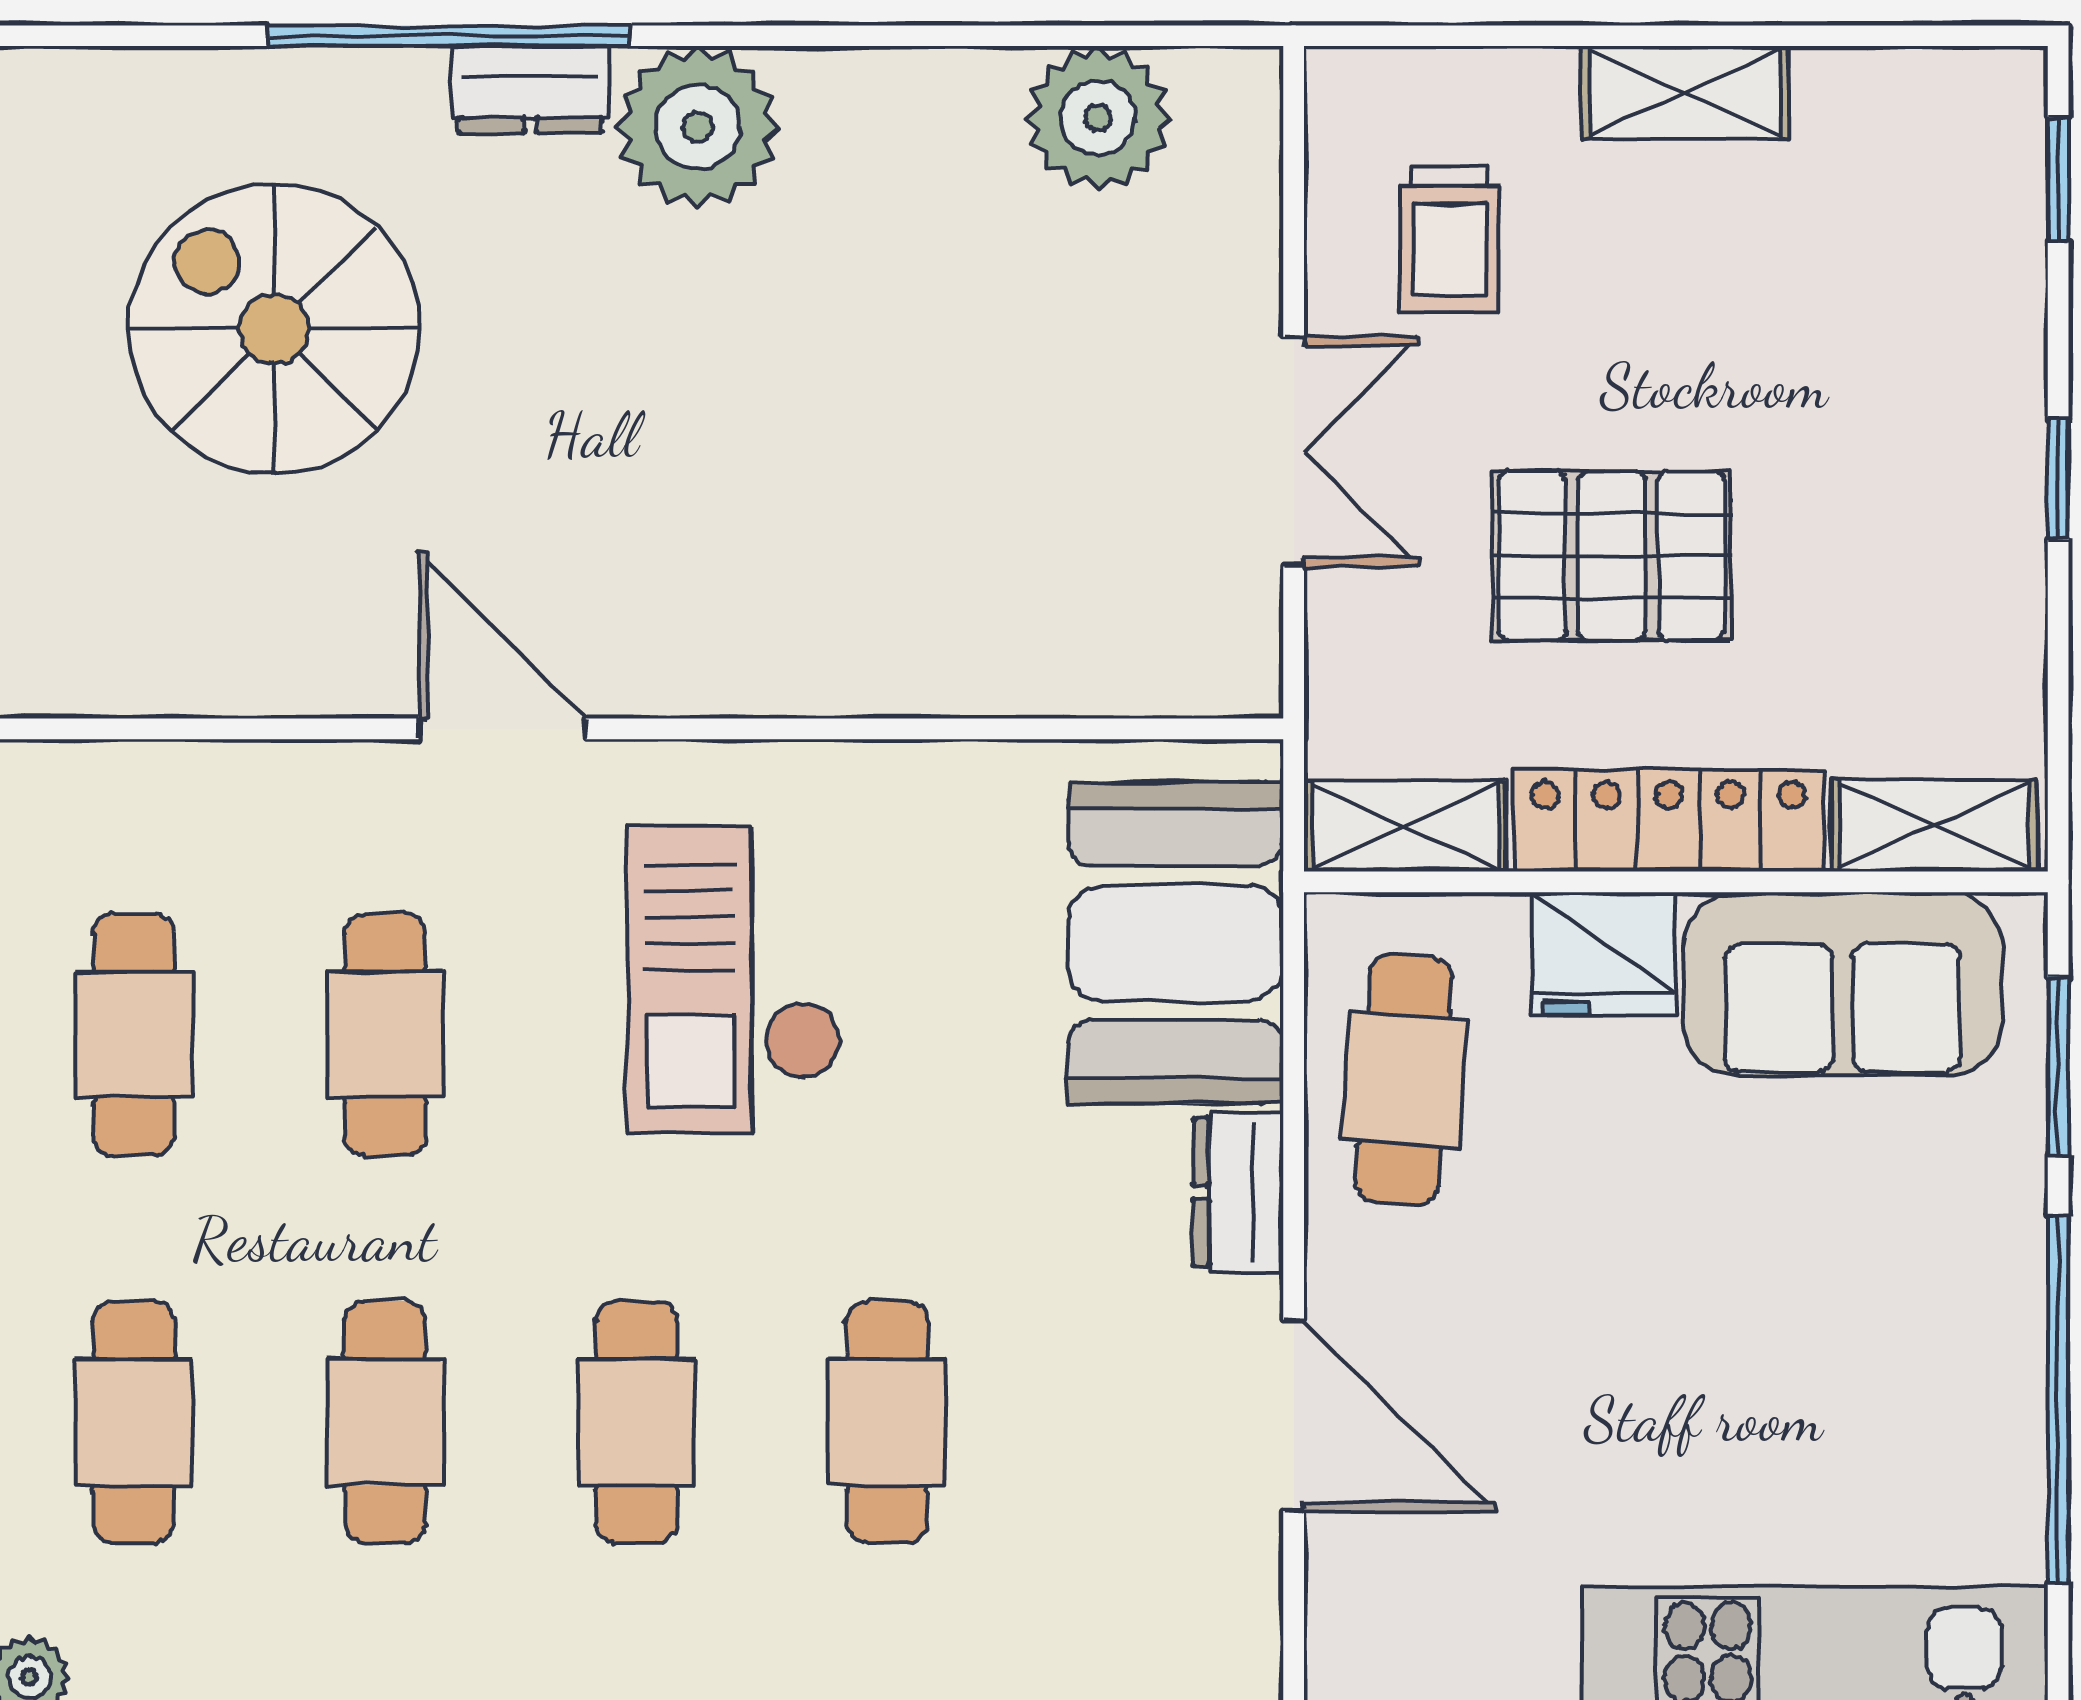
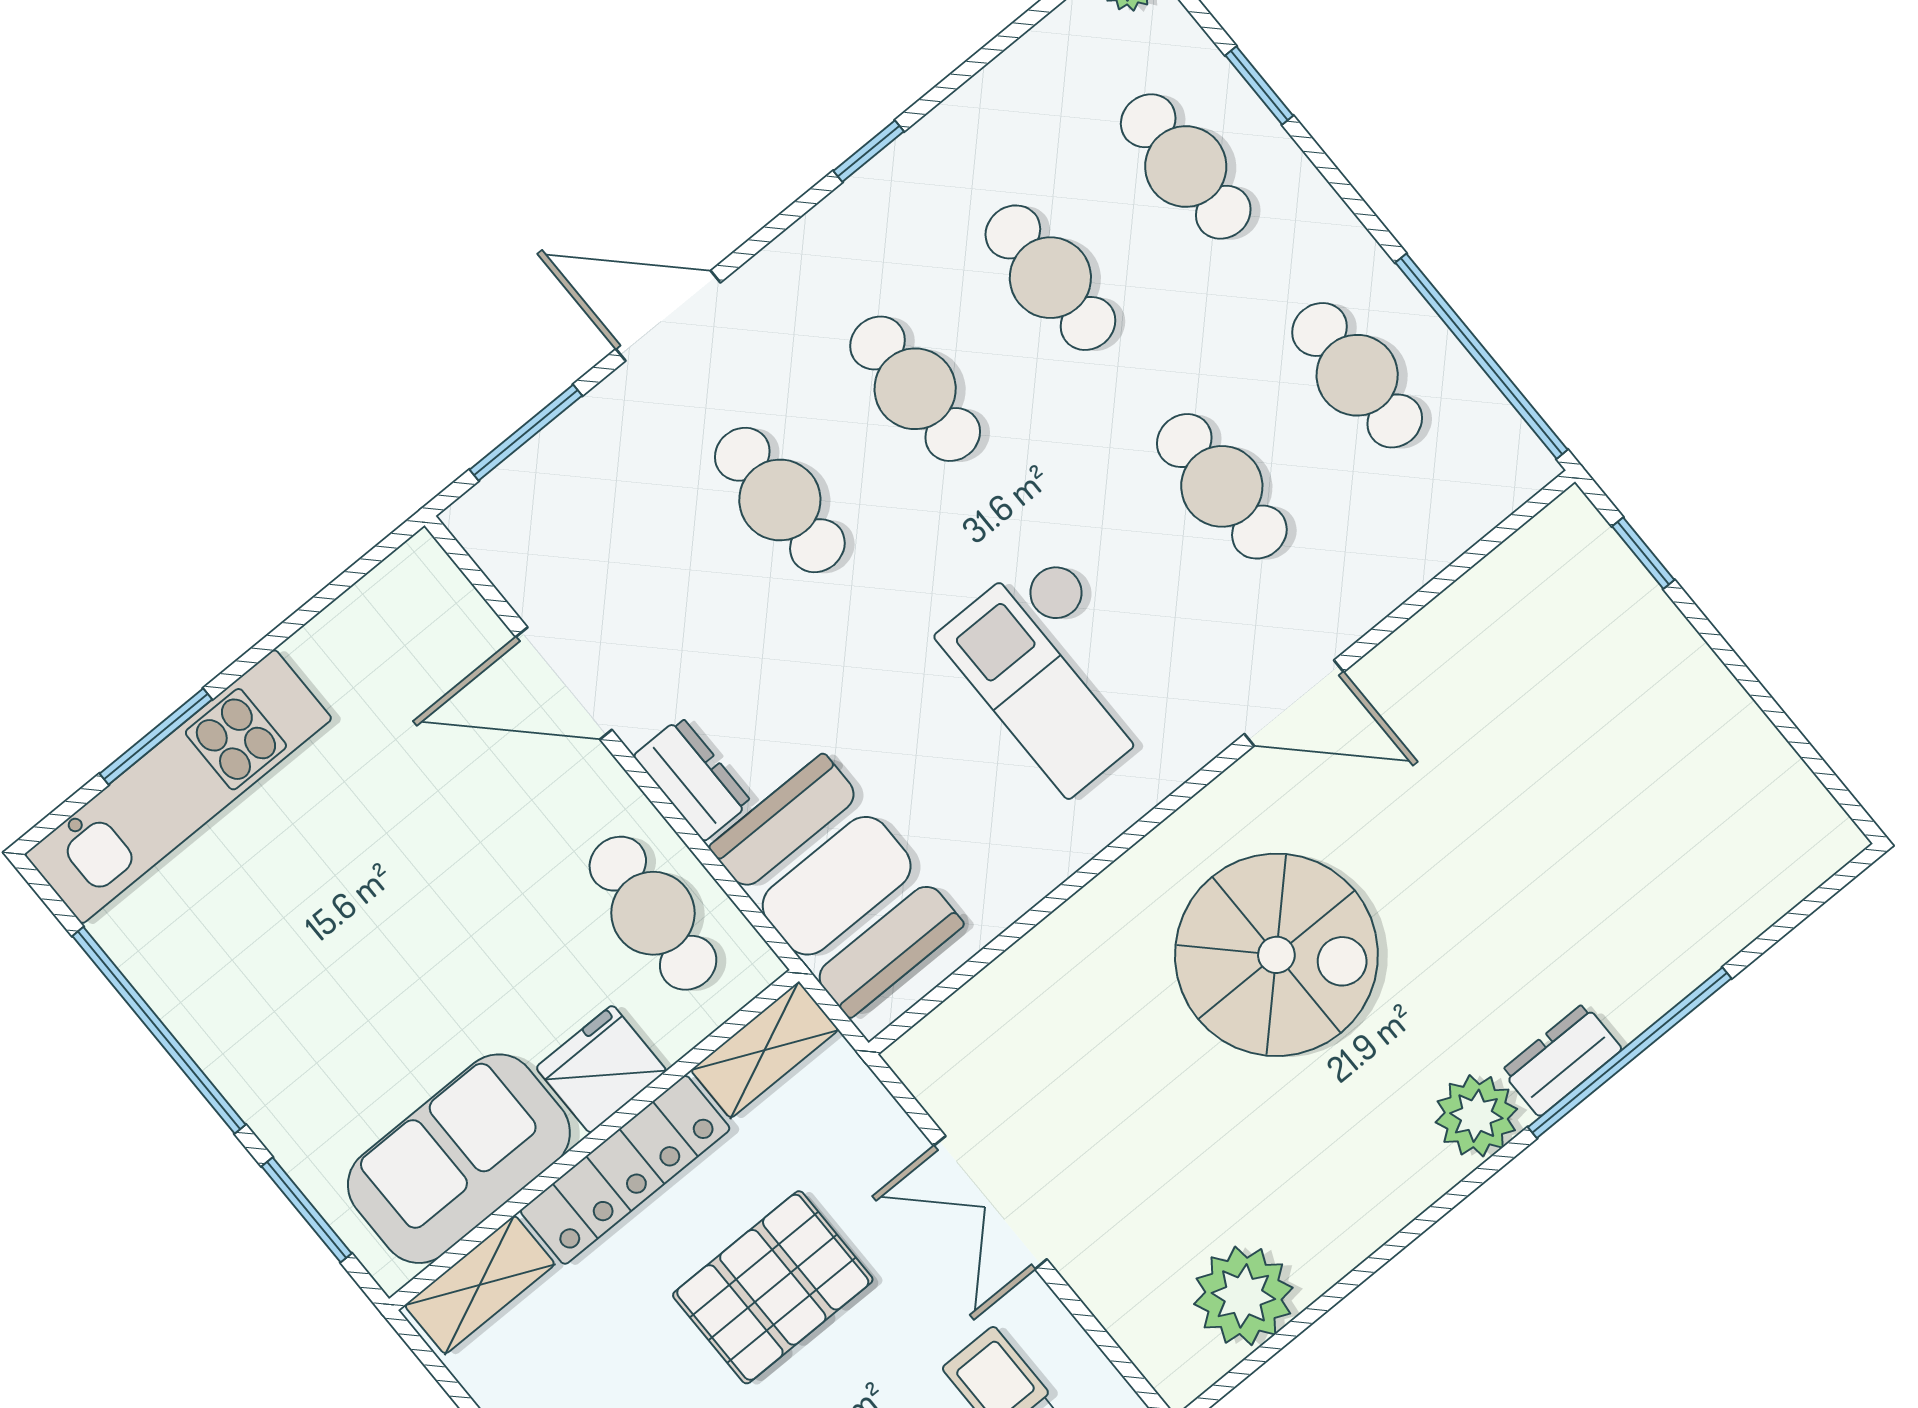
plant: (697, 127) -> (1476, 1116), width x0.73, depth x0.73
spiral stairs: (274, 329) -> (1276, 955), moved
checkout: (734, 979) -> (1058, 671), turned 180

